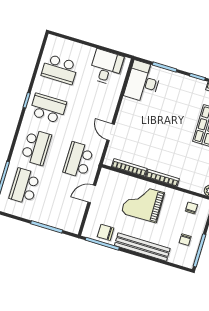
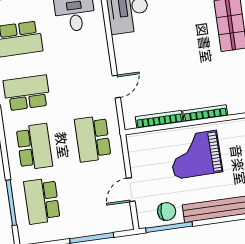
door: (111, 132) -> (116, 87), swing flipped
door: (92, 194) -> (131, 190), moved
chair: (106, 232) -> (167, 211), turned 180

